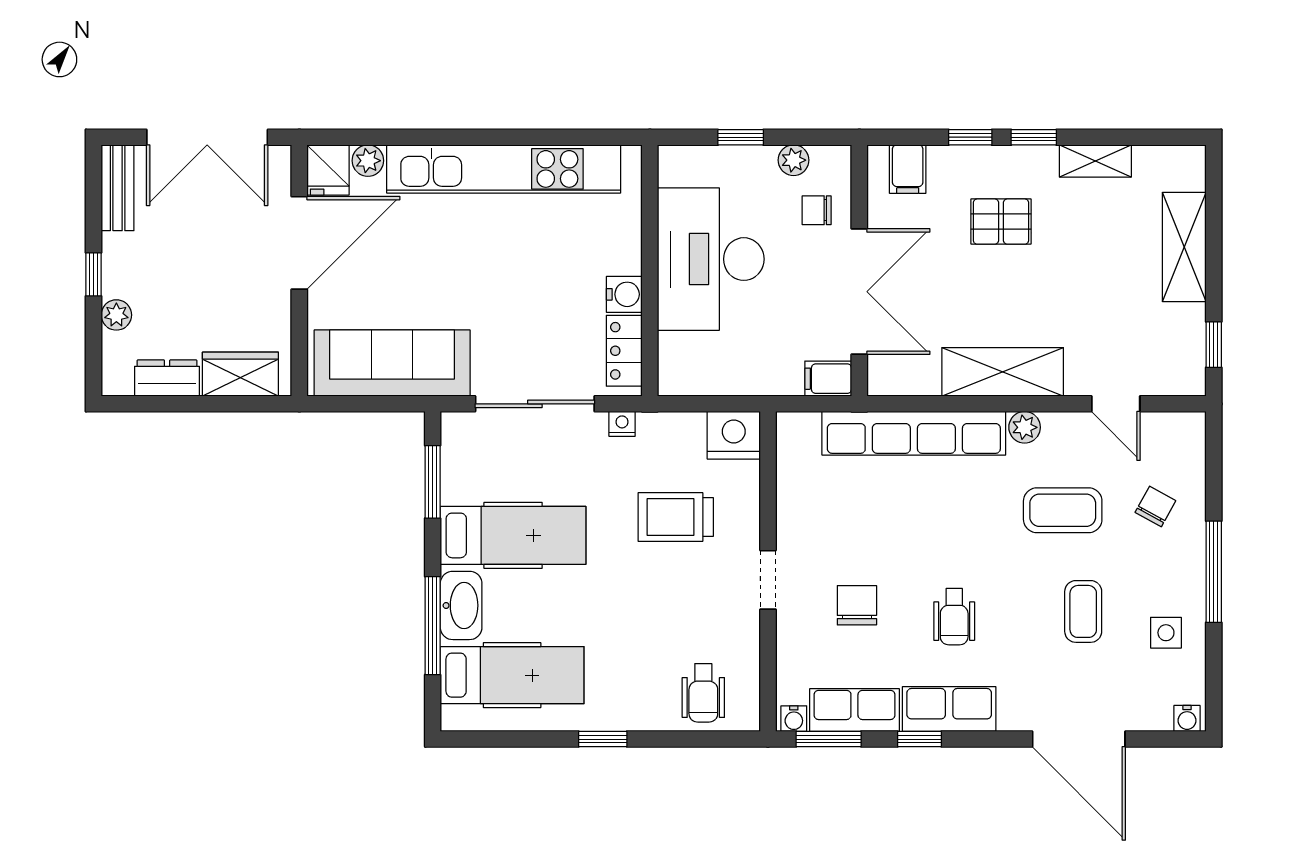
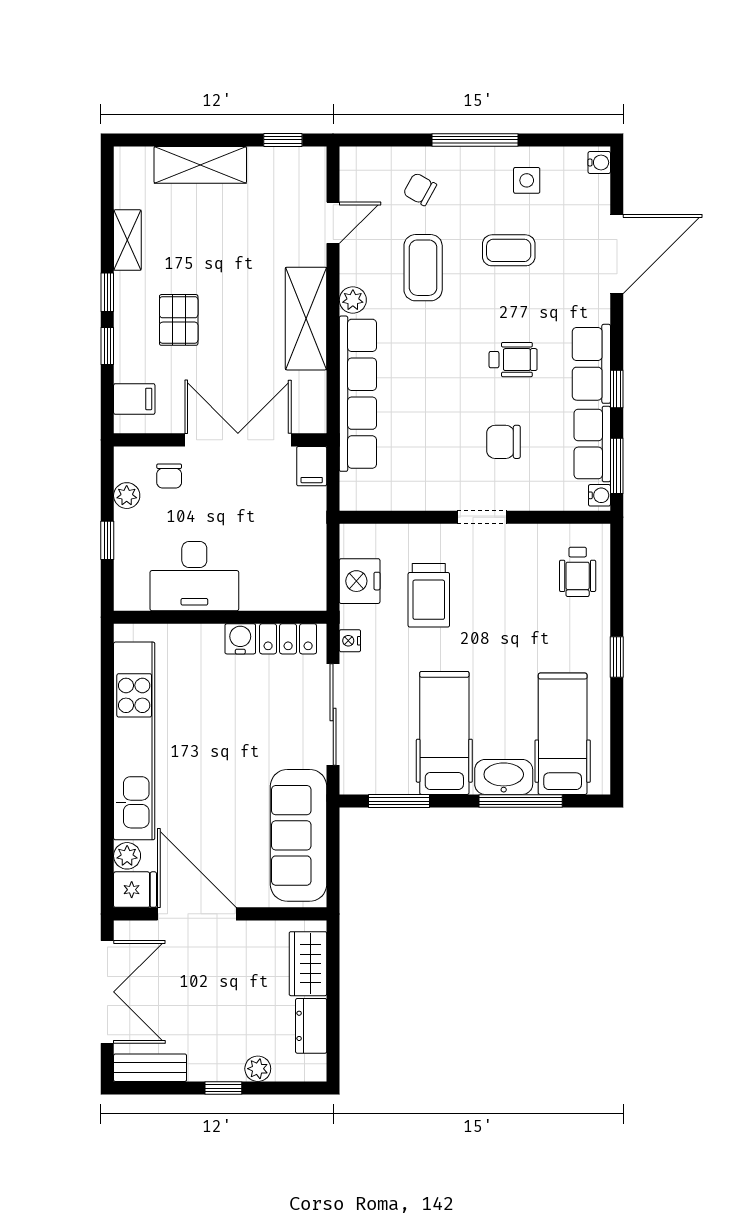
desk: (711, 259) -> (194, 576), width x0.73, depth x0.77
nightstand: (734, 435) -> (360, 581), moved
wheelchair: (703, 693) -> (578, 572), turned 90

